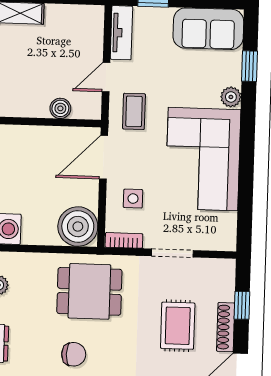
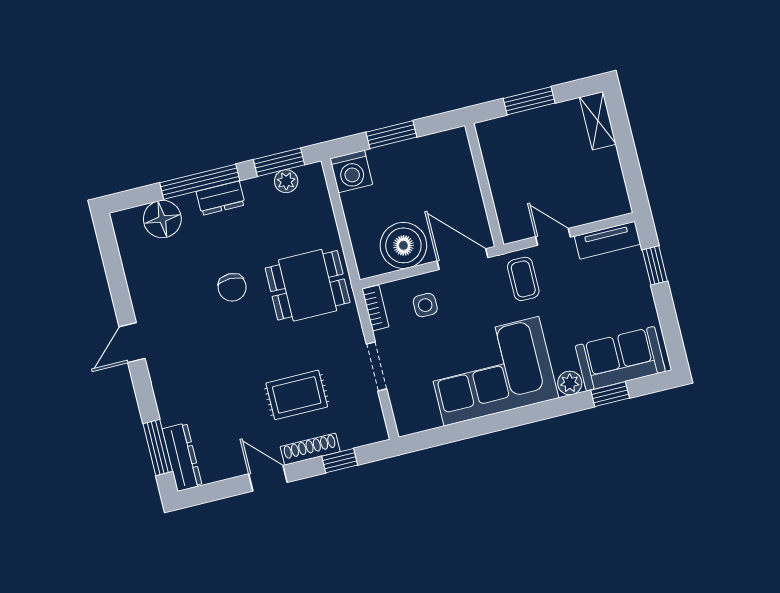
sofa: (208, 29) -> (620, 359), moved, turned 90
boiler: (60, 108) -> (504, 195), removed
coffee table: (134, 111) -> (523, 279), turned 90
boiler: (78, 227) -> (403, 245), moved
dining table: (89, 291) -> (308, 285), turned 90

